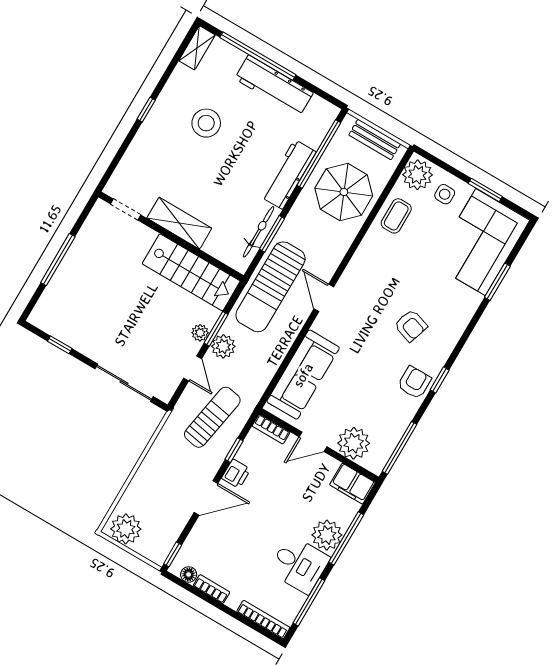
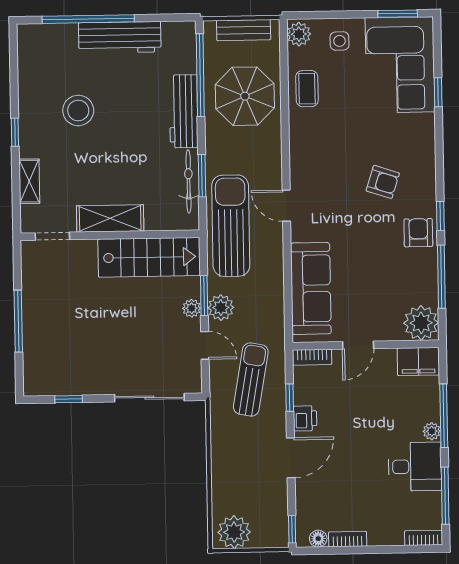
shelving: (197, 48) -> (29, 181), moved
plant: (417, 175) -> (299, 34), width x0.73, depth x0.73
window: (485, 190) -> (398, 14), moved
window: (497, 282) -> (438, 92), width x0.67
sun lounger: (270, 287) -> (231, 226), turned 180
plant: (354, 443) -> (421, 323), moved
window: (400, 448) -> (441, 277), moved
plant: (327, 535) -> (432, 431), width x0.53, depth x0.53
bookcase: (263, 620) -> (424, 538), width x0.64

